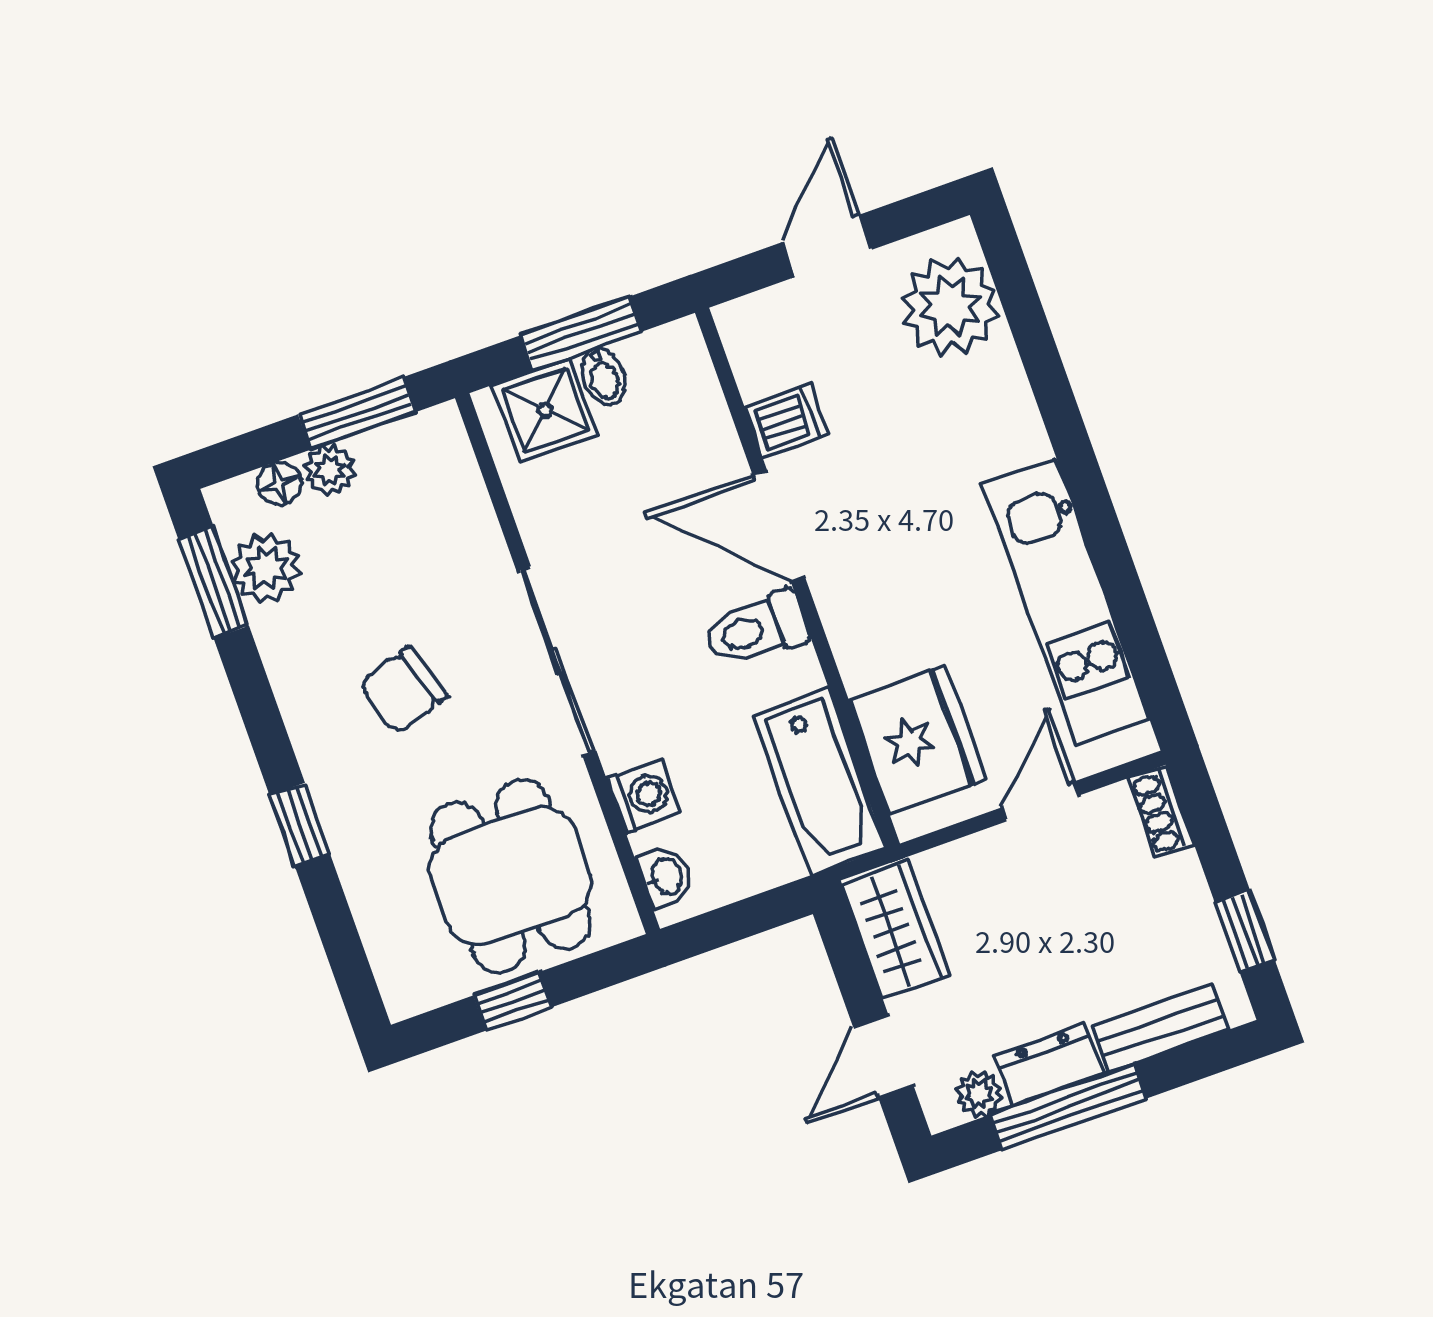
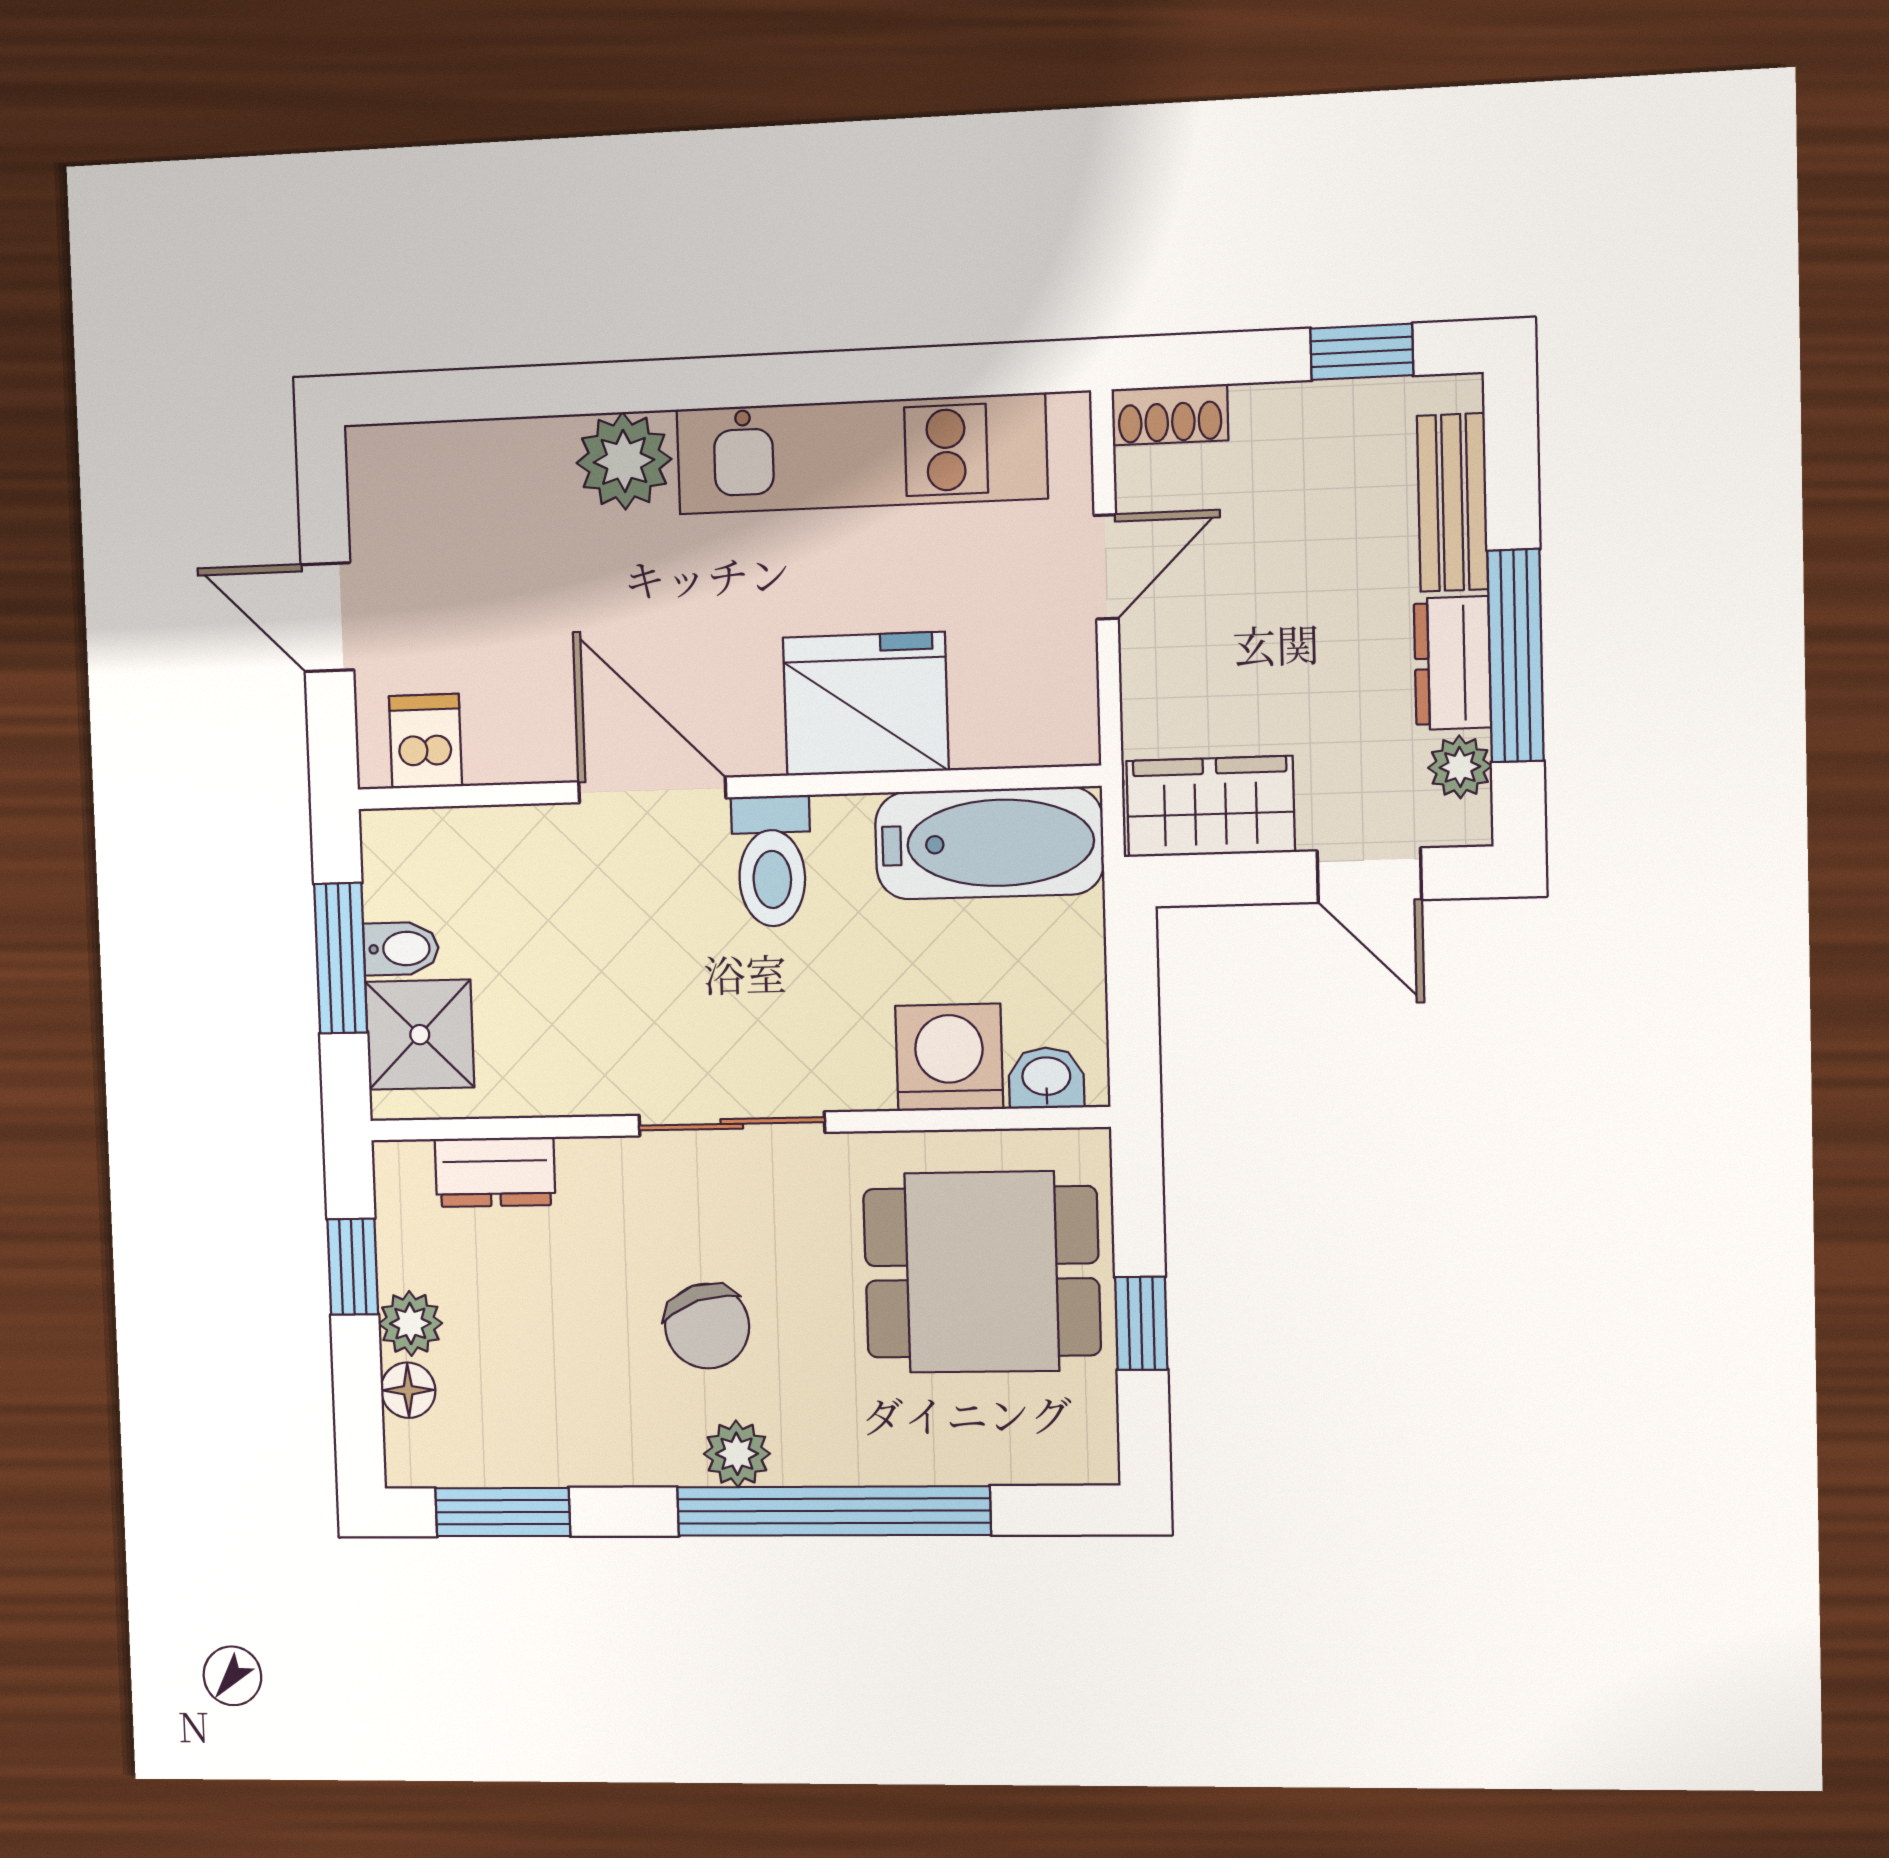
plant: (950, 307) -> (624, 461), moved, width x0.73, depth x0.73
window: (357, 413) -> (353, 1267), width x0.67
dishwasher: (787, 421) -> (426, 741), moved
dresser: (463, 498) -> (495, 1172), added
door: (779, 526) -> (652, 790), swing flipped
plant: (266, 568) -> (737, 1454), moved, width x0.73, depth x0.73
sliding door: (557, 661) -> (732, 1124), width x0.73
fridge: (918, 740) -> (866, 704), moved
washing machine: (643, 796) -> (949, 1057), width x1.38, depth x1.38
door: (1041, 801) -> (1106, 567), swing flipped
window: (300, 825) -> (833, 1511), width x3.17

